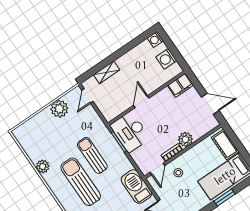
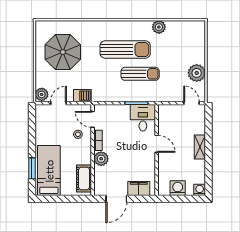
shelving: (107, 72) -> (200, 147), moved
filing cabinet: (180, 85) -> (139, 188), moved, turned 90
desk: (130, 132) -> (143, 118), width x0.73
cot: (225, 144) -> (84, 178), moved, turned 90
barbecue: (136, 187) -> (82, 96), width x0.53, depth x0.65
window: (224, 197) -> (32, 168), moved

